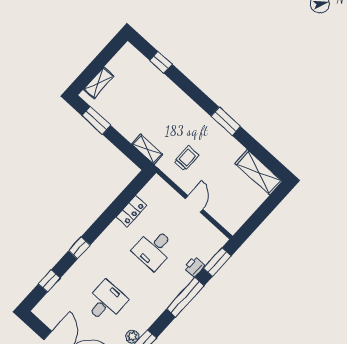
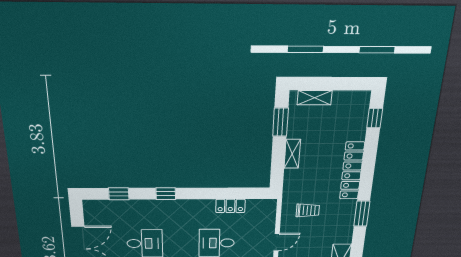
window: (161, 62) -> (375, 118), moved
locker: (181, 101) -> (352, 171), added
shelving: (147, 149) -> (292, 154), moved

